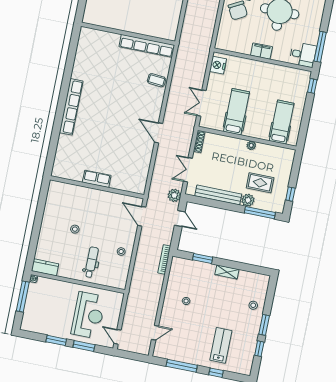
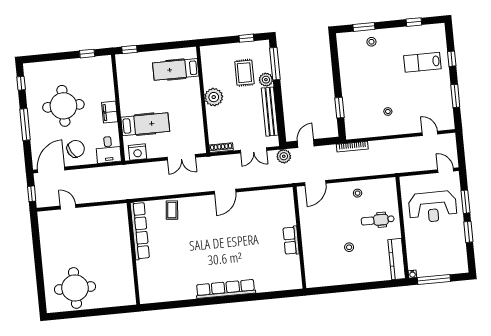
window: (320, 47) -> (87, 54), width x0.46
desk: (303, 55) -> (108, 150), moved, turned 180
hospital bed: (237, 112) -> (145, 124), moved, turned 180
plant: (251, 145) -> (214, 97), width x1.87, depth x1.87
kitchen counter: (45, 267) -> (397, 259), width x1.50
shelving: (227, 272) -> (346, 79), removed
reception desk: (88, 315) -> (433, 207), turned 180
window: (264, 325) -> (364, 27), moved
door: (117, 337) -> (446, 170), swing flipped
window: (182, 366) -> (455, 96), width x0.69

